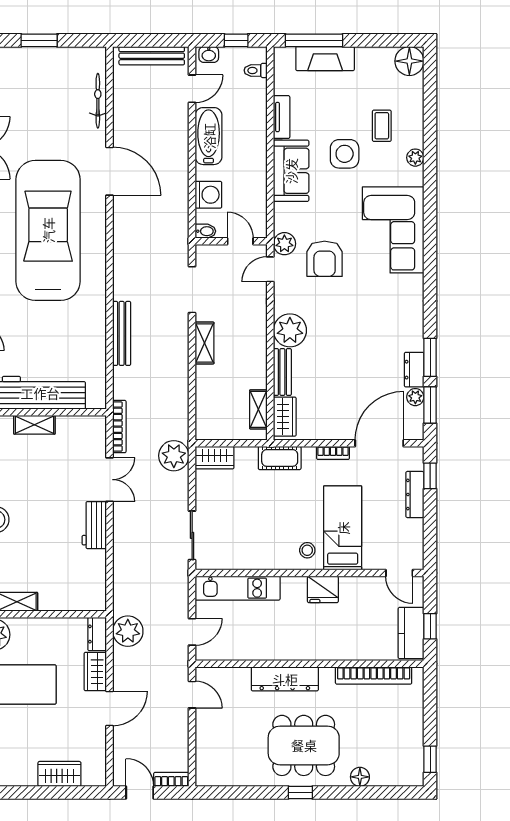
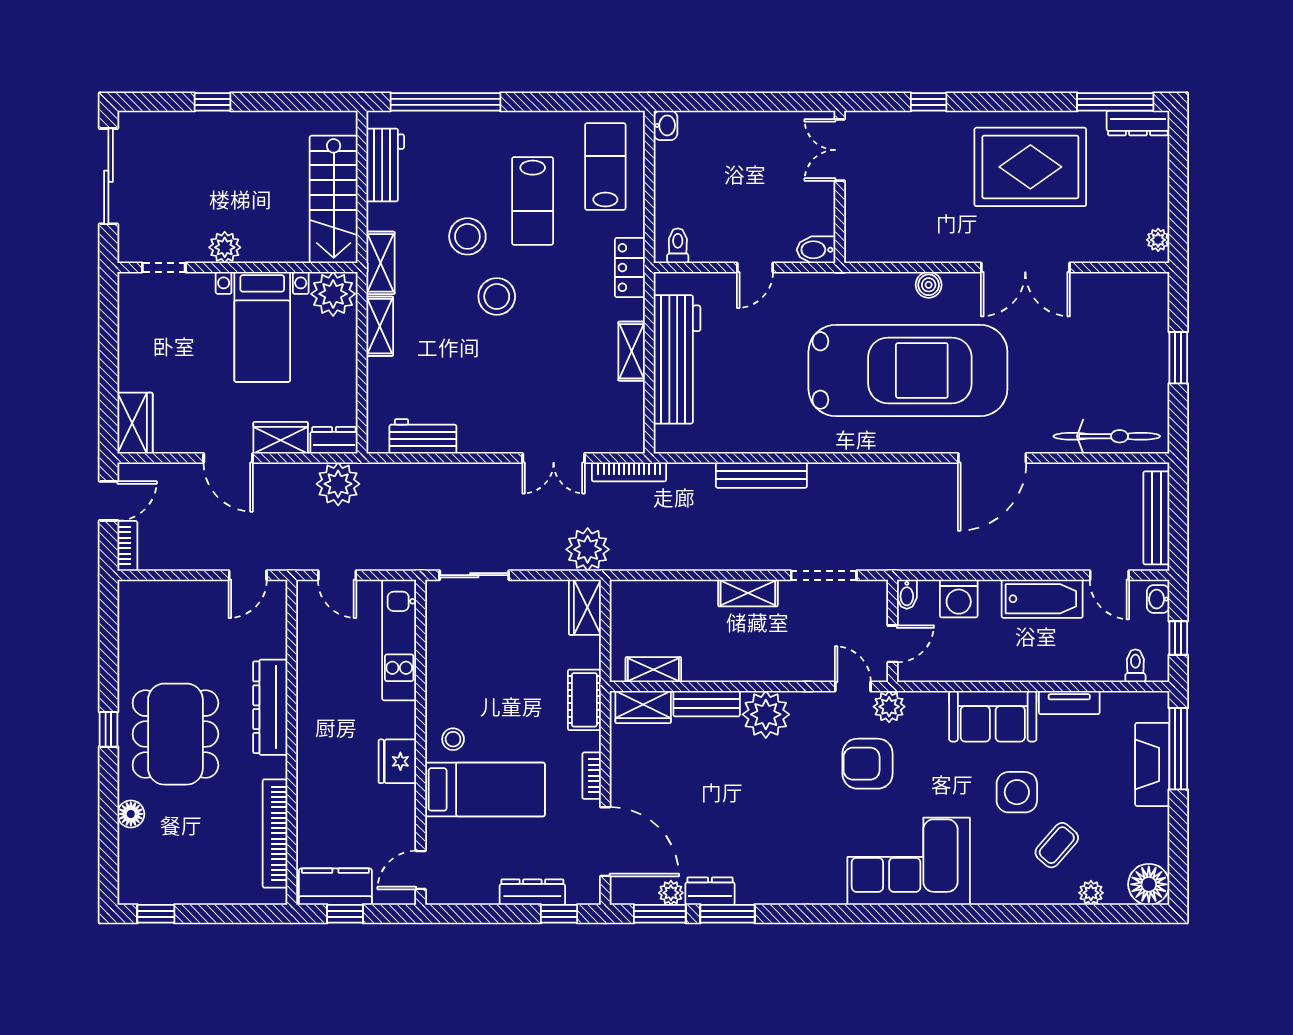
bicycle: (98, 101) -> (1107, 436), width x1.37, depth x1.40
coffee table: (382, 126) -> (1057, 845), turned -49
plant: (415, 158) -> (1091, 893), moved
workbench: (94, 525) -> (423, 436), moved
wardrobe: (59, 774) -> (135, 423), moved

